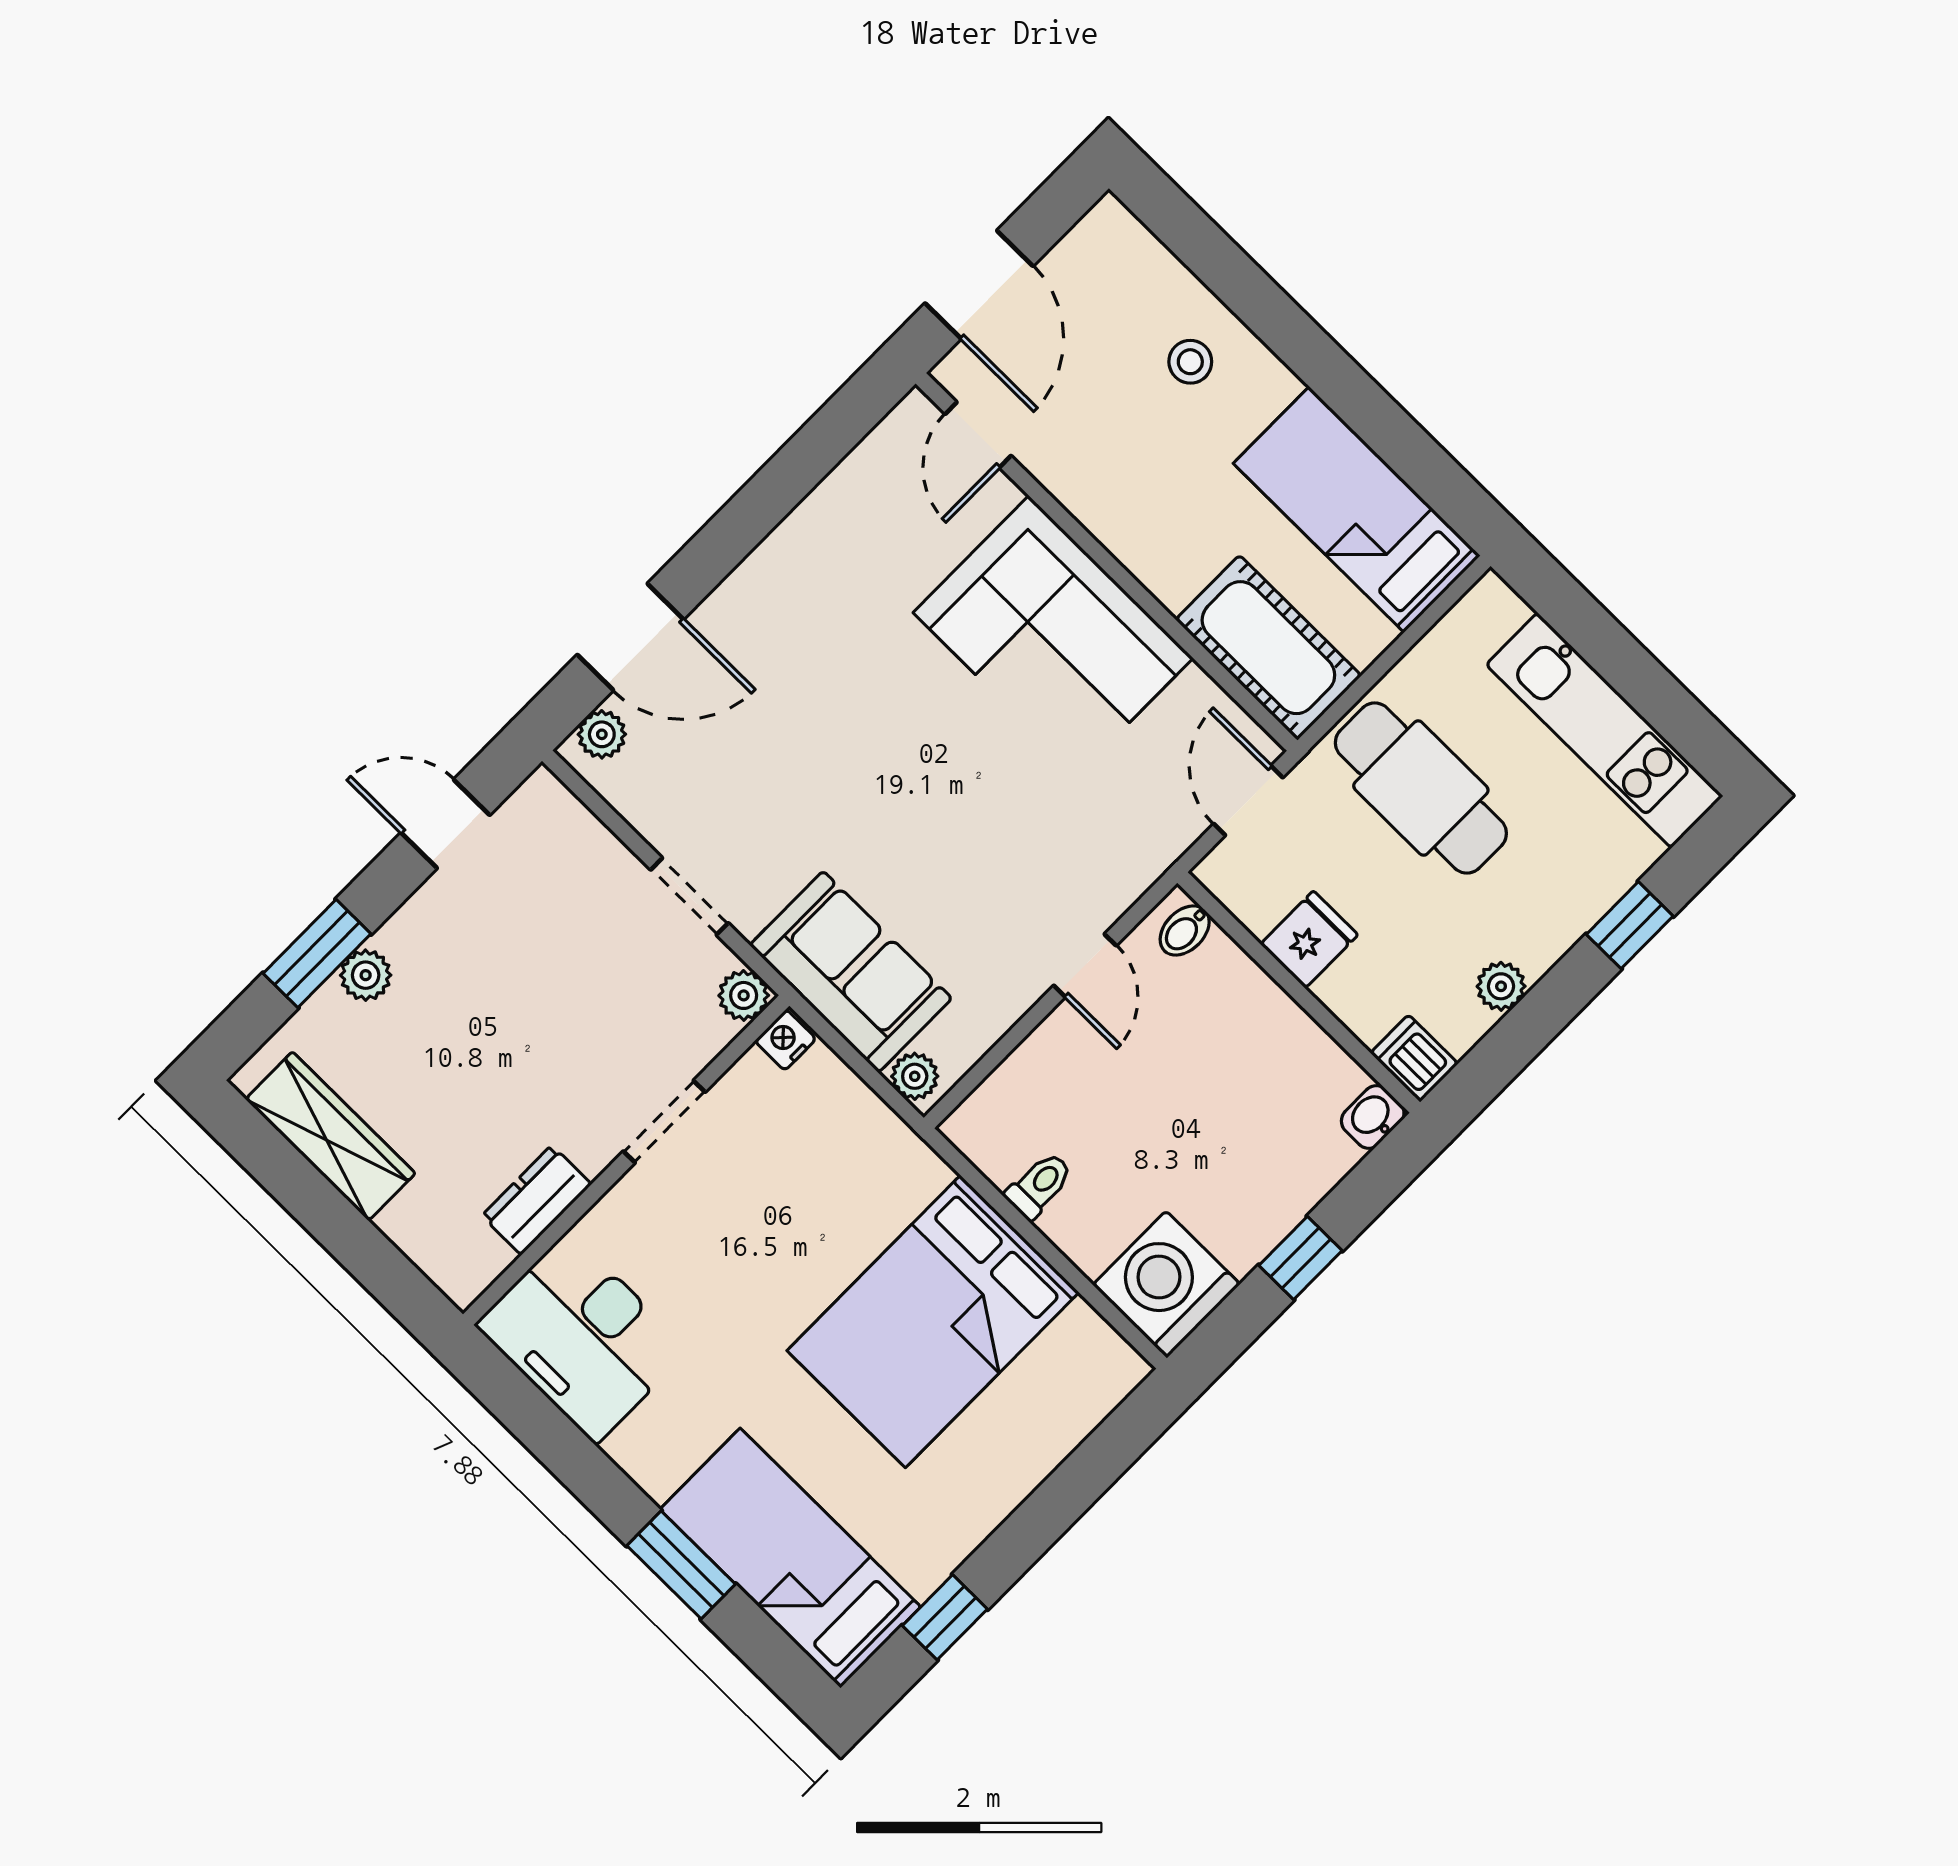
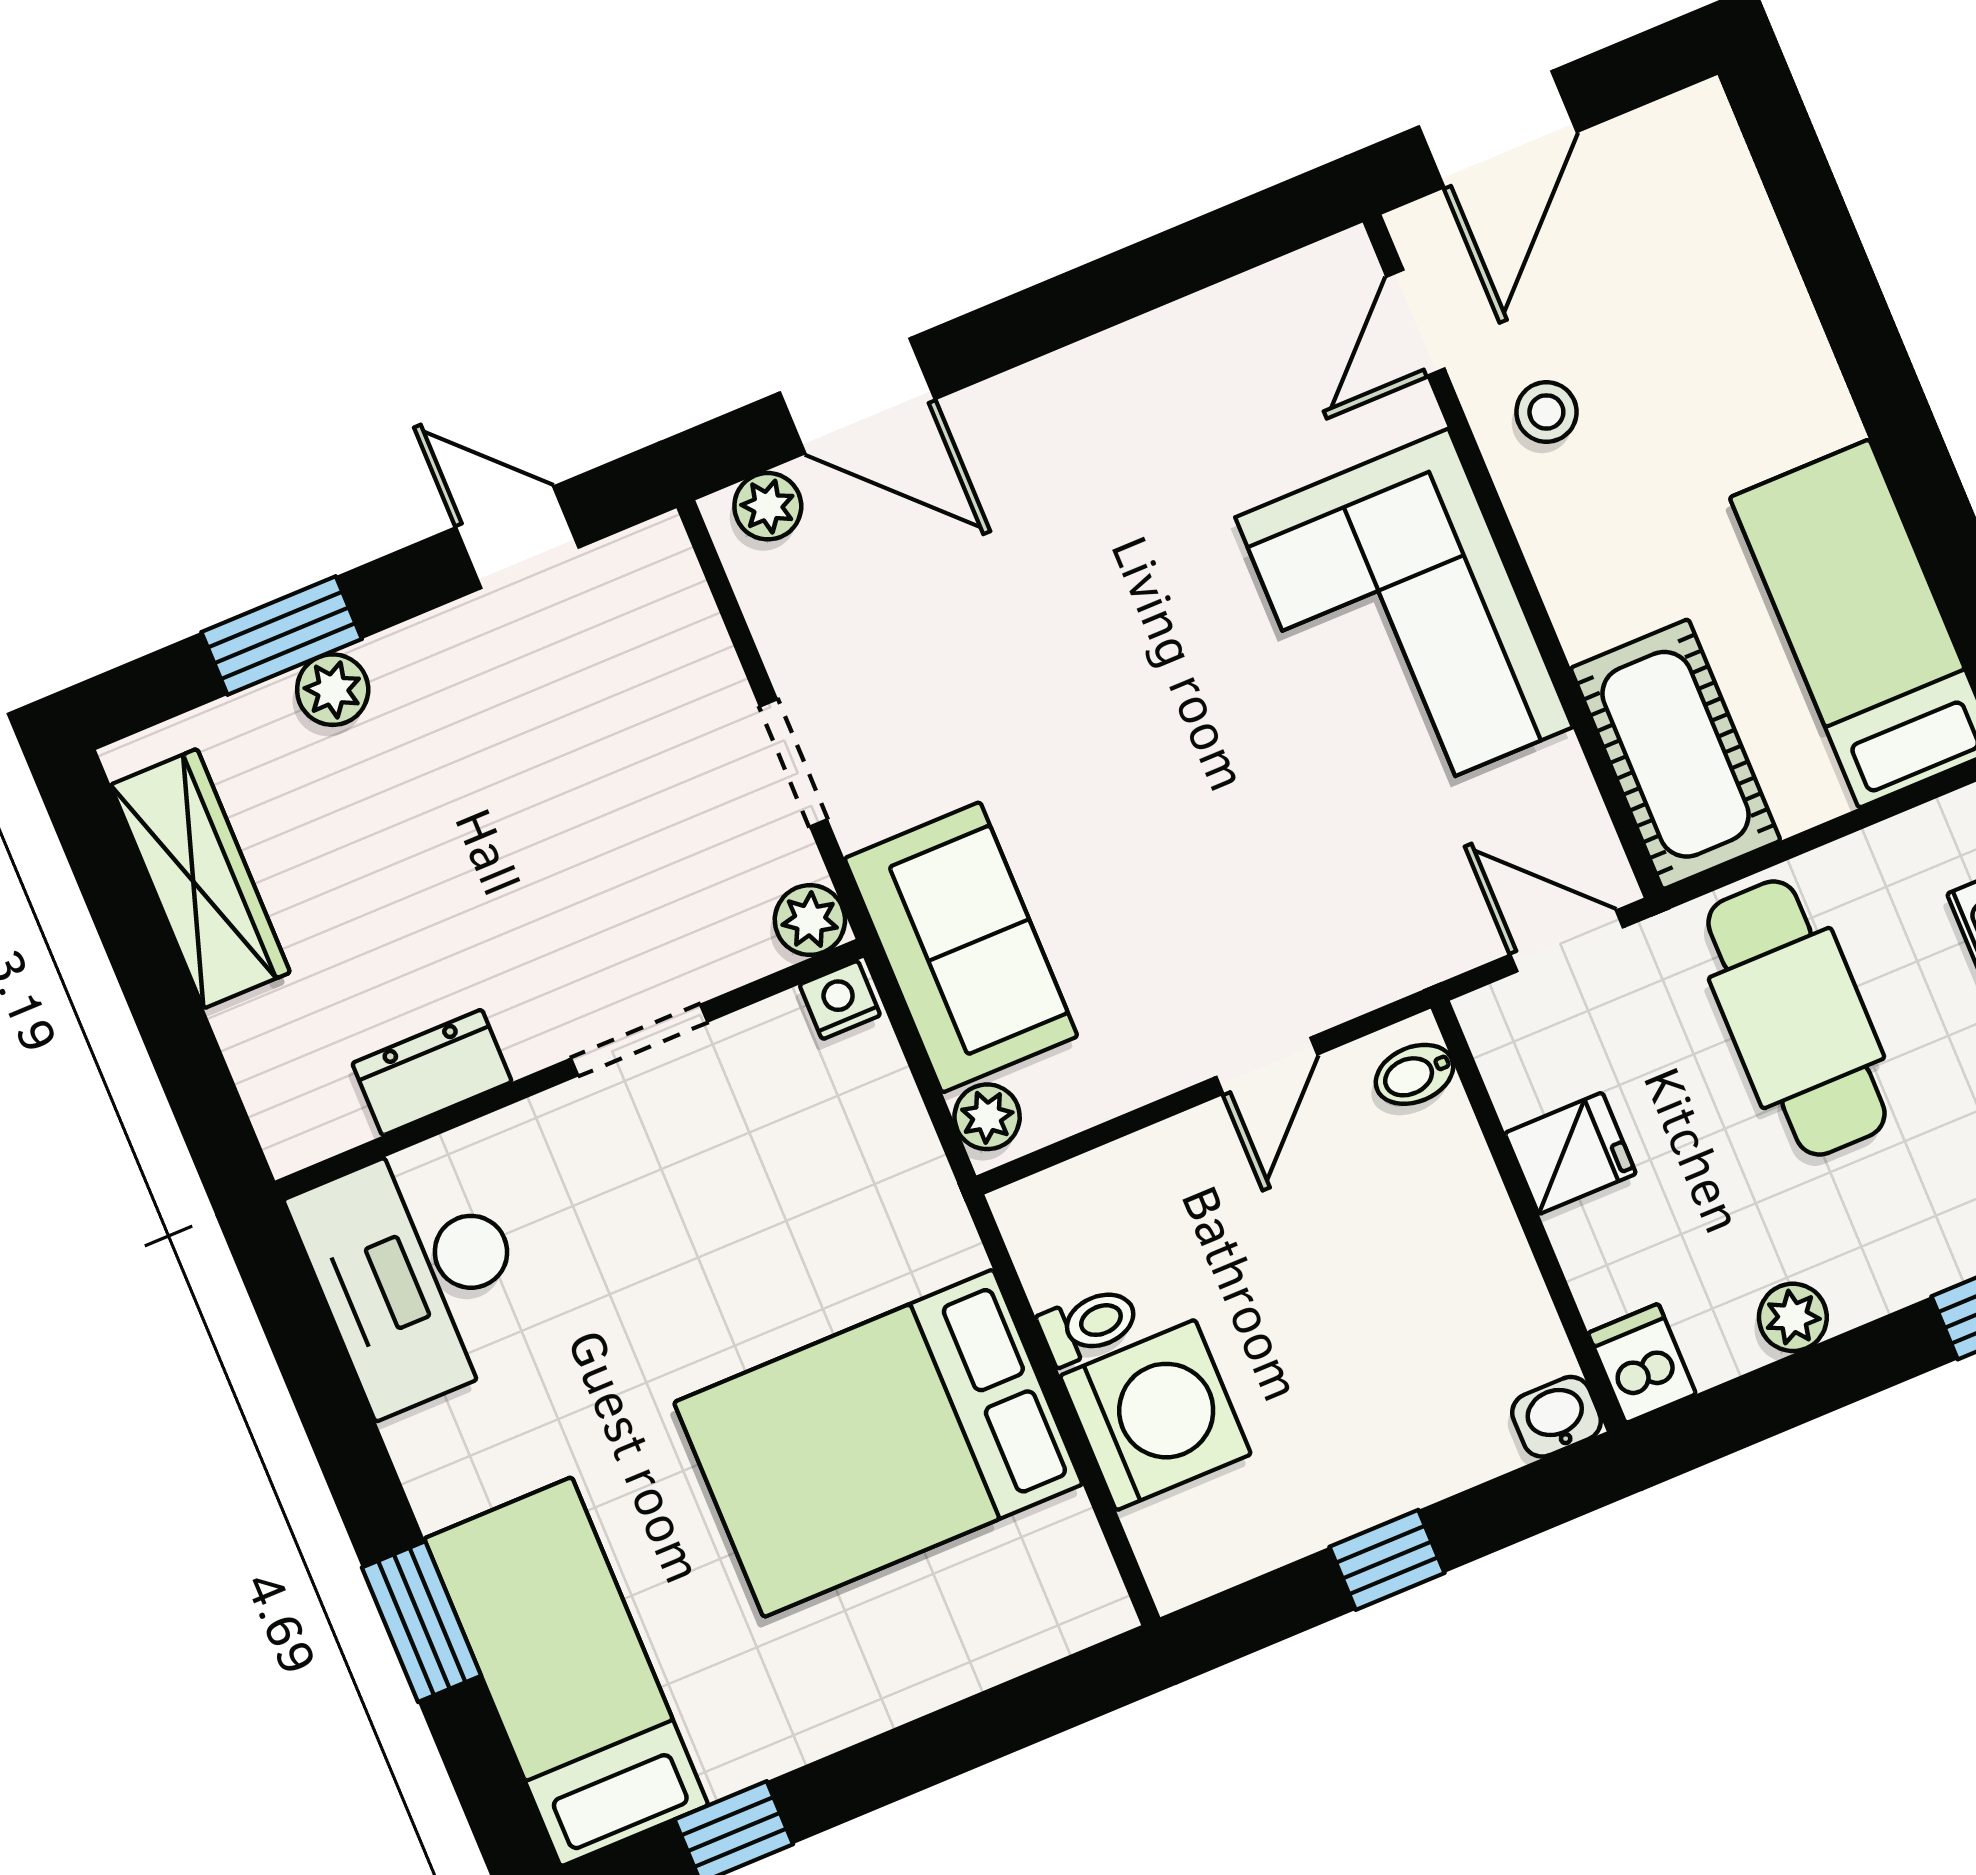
stool: (1190, 362) -> (1546, 412), moved
door: (1248, 801) -> (1567, 941), hinge flipped
washing machine: (1166, 1284) -> (1155, 1415), moved, turned 90

